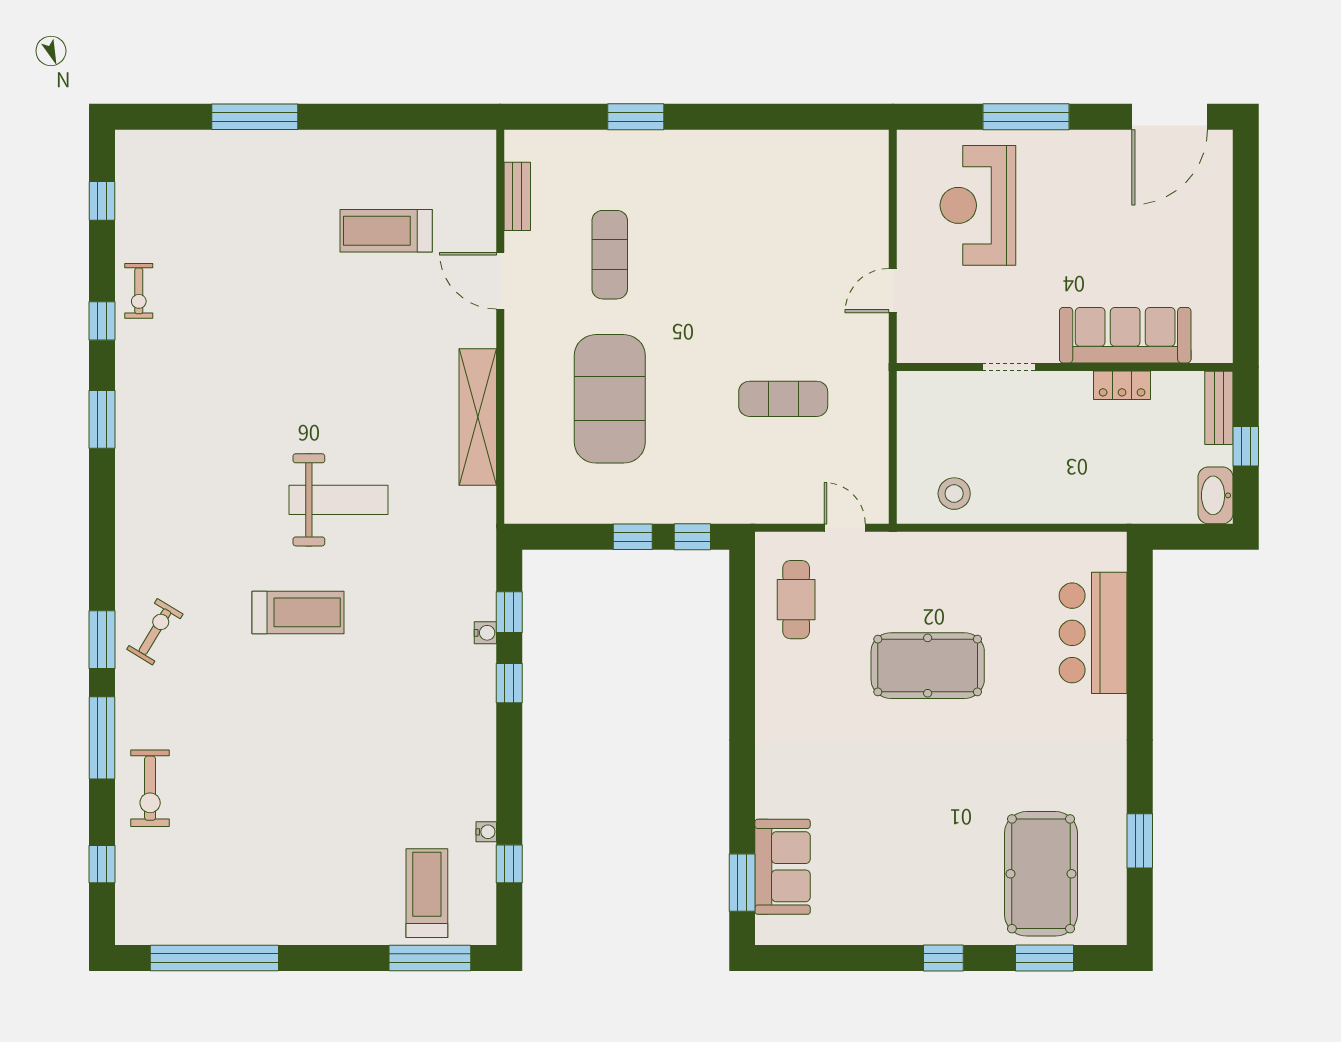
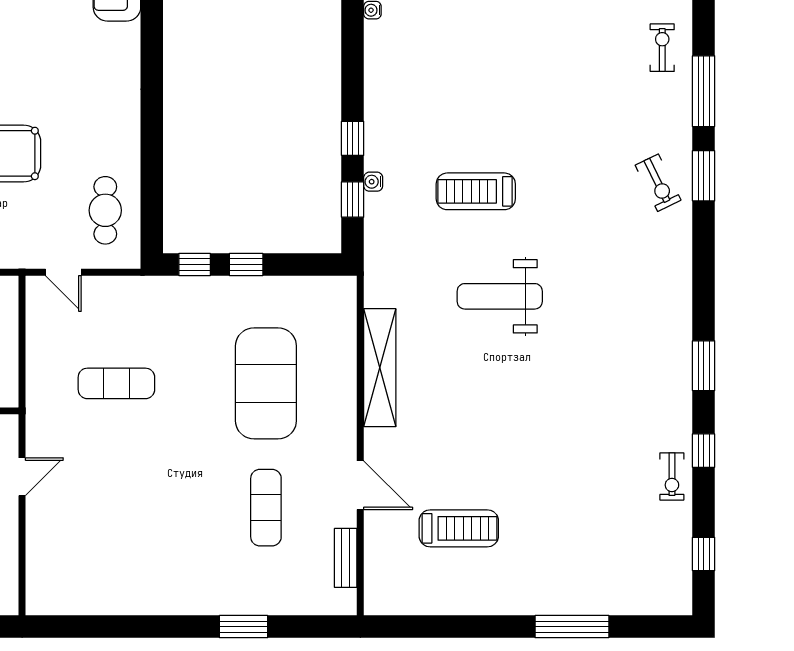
exercise bike: (139, 291) -> (672, 476), turned 180
treadmill: (298, 612) -> (476, 191), moved
exercise bike: (155, 632) -> (658, 183), turned -57
exercise bike: (150, 788) -> (662, 48), width x0.73, depth x0.72

